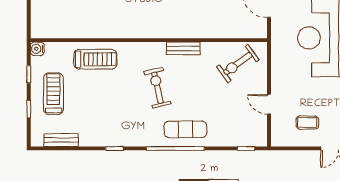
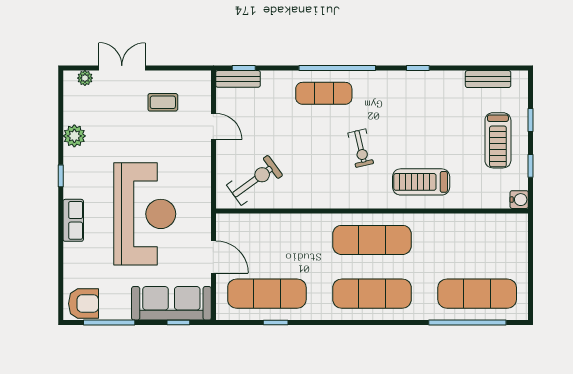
exercise mat: (149, 18) -> (372, 240), added
bench: (183, 48) -> (238, 79), moved
treadmill: (95, 59) -> (421, 182), moved
exercise bike: (157, 88) -> (361, 148), width x0.73, depth x0.72

